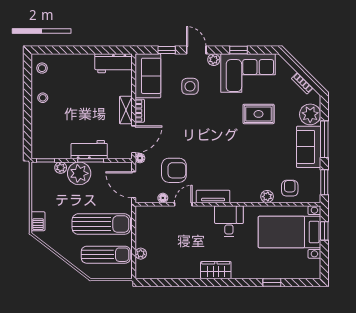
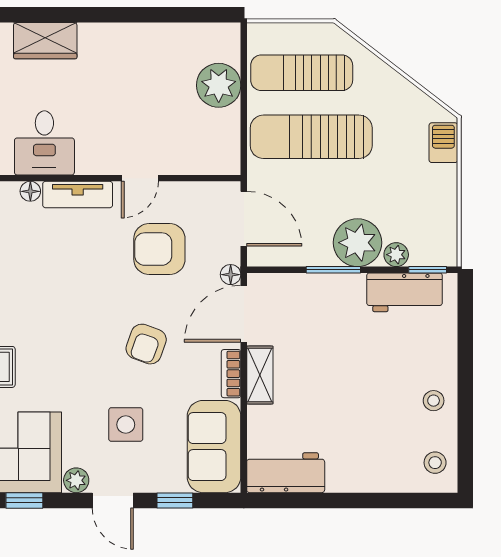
armchair: (180, 125) -> (146, 344), added
workbench: (89, 150) -> (404, 292), moved
floor lamp: (163, 198) -> (30, 191), moved
plant: (141, 254) -> (219, 85), width x1.87, depth x1.87
wardrobe: (216, 270) -> (45, 41), moved

